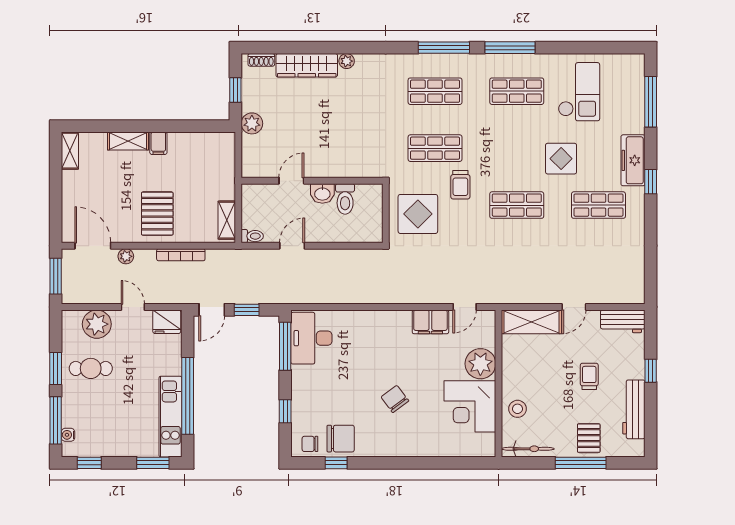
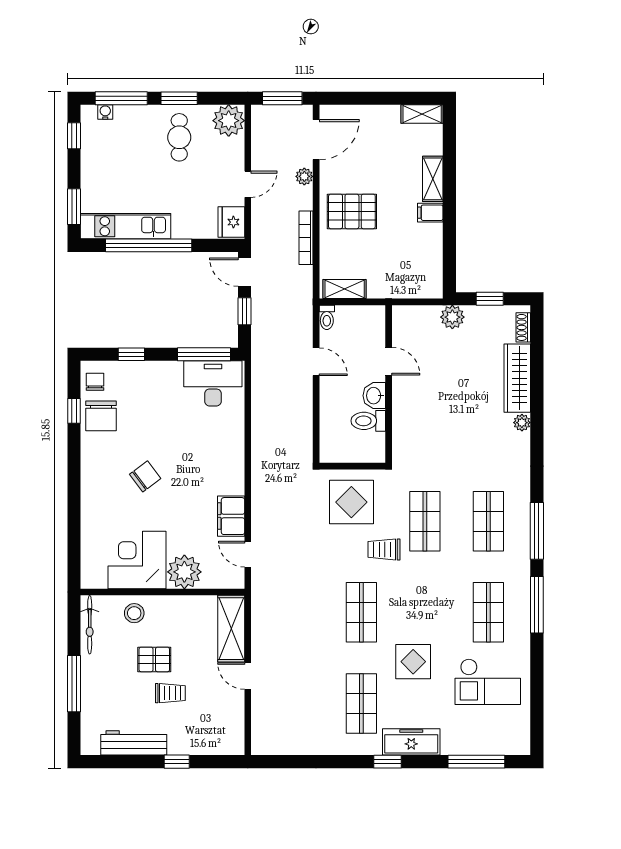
workbench: (623, 321) -> (232, 730), removed
plant: (97, 324) -> (229, 121), moved
pallet: (589, 438) -> (154, 659), moved

